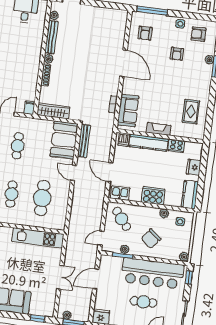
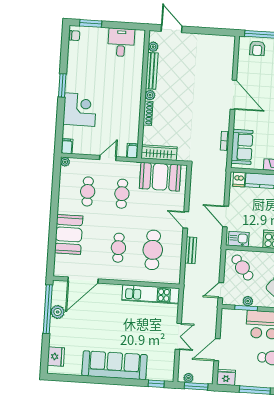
armchair: (145, 33) -> (257, 48), moved
booth: (64, 140) -> (160, 177), moved, turned 90
bench: (84, 141) -> (191, 250), moved, width x0.73
door: (96, 279) -> (217, 350), moved

